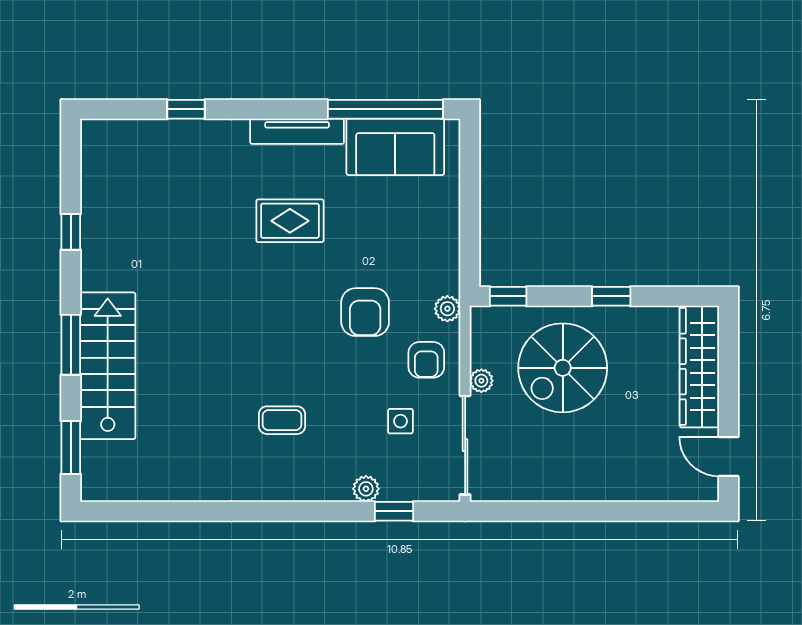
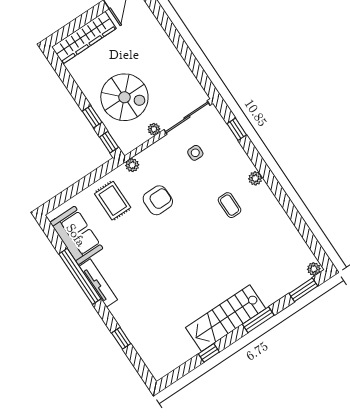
window: (385, 109) -> (80, 276), moved
rug: (290, 221) -> (113, 201), moved
window: (611, 296) -> (92, 117), moved
armchair: (426, 360) -> (161, 159), removed
stairs: (108, 366) -> (226, 318), moved
plant: (93, 486) -> (314, 269), added
plant: (366, 489) -> (255, 178), moved

